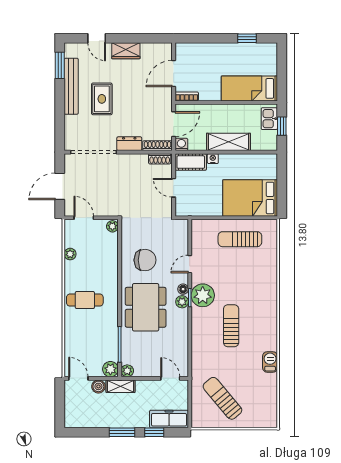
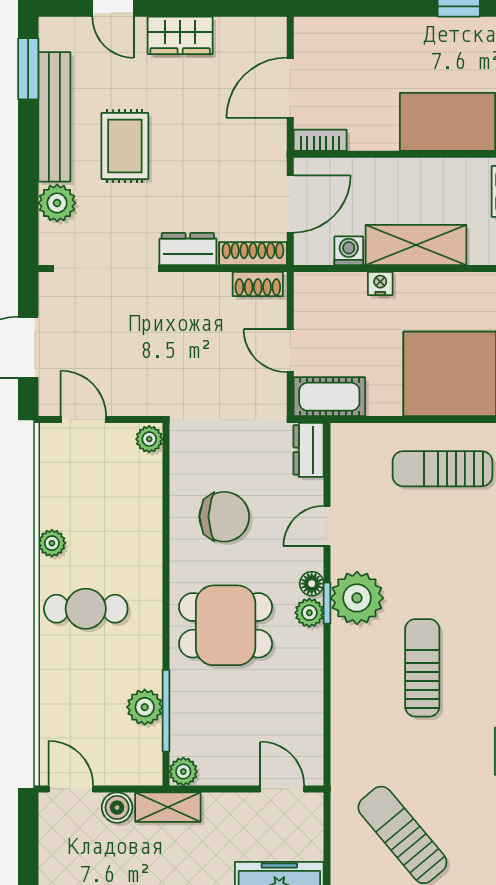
plant: (72, 124) -> (57, 203), added
washing machine: (181, 144) -> (349, 251), moved
cot: (191, 162) -> (329, 397), moved
dresser: (182, 231) -> (309, 450), added
plant: (70, 254) -> (52, 543), moved
dining table: (146, 307) -> (226, 625), width x0.73
plant: (110, 369) -> (145, 707), moved

